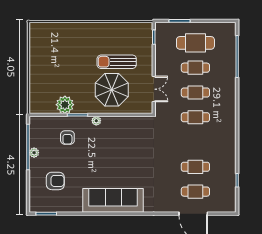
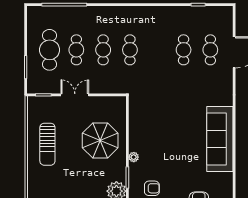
sun lounger: (117, 62) -> (47, 144), moved
double door: (154, 89) -> (75, 95), moved

